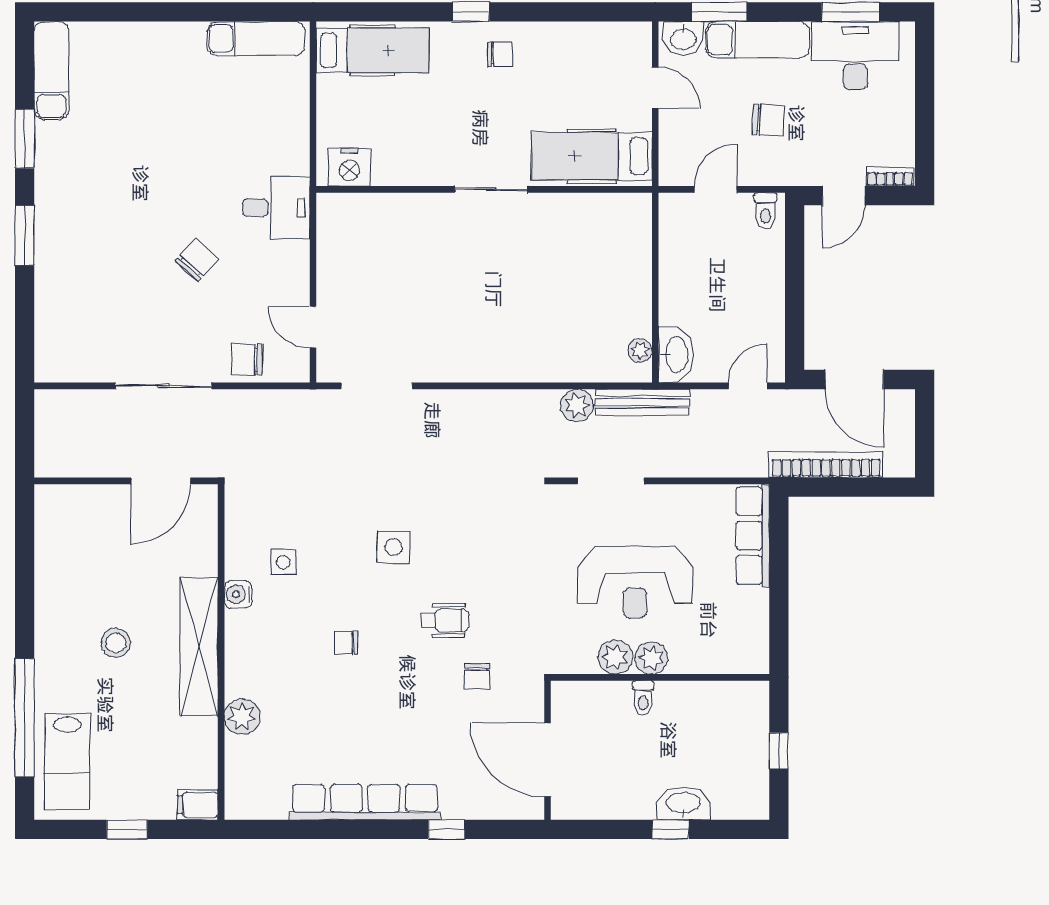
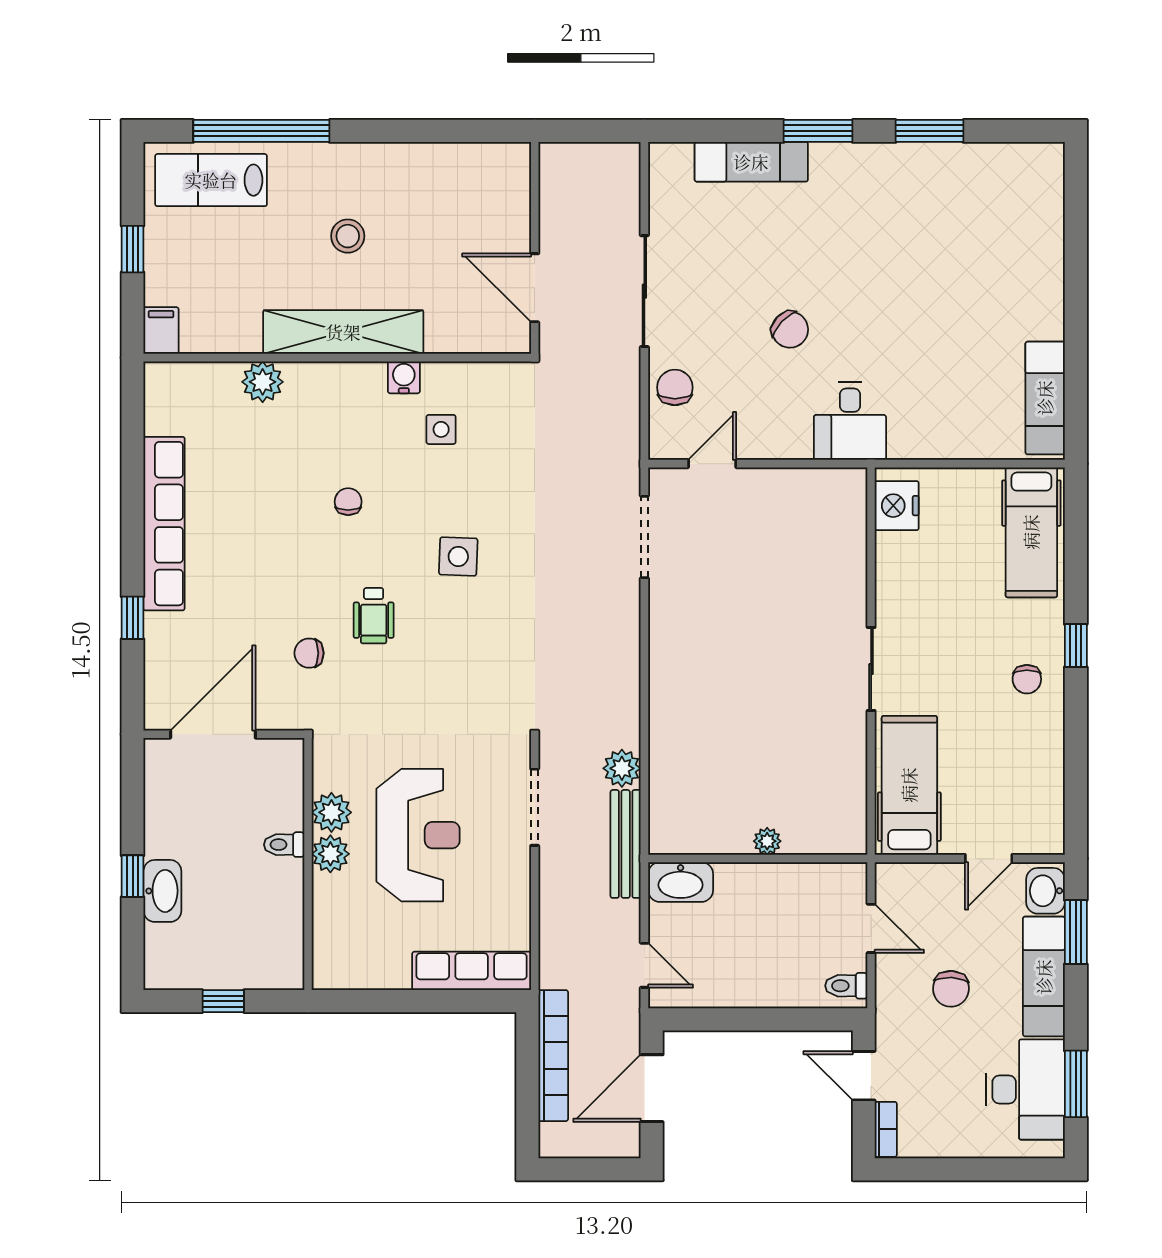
exam couch: (51, 71) -> (751, 162), moved
plant: (640, 351) -> (767, 841), moved
reception desk: (635, 582) -> (418, 835), turned 180

